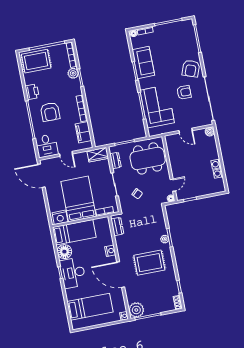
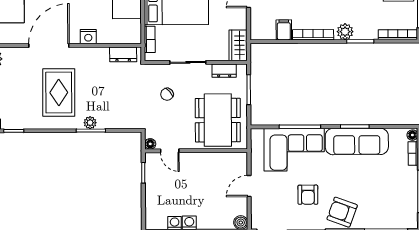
sofa: (143, 62) -> (357, 141), width x1.36
plant: (73, 73) -> (345, 32), moved
filing cabinet: (83, 132) -> (284, 30), width x0.50

